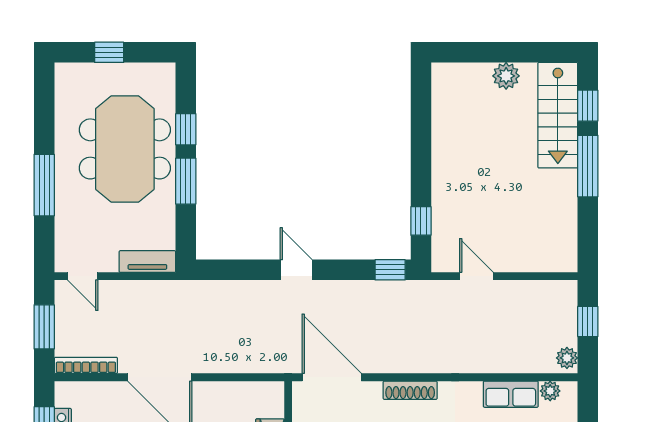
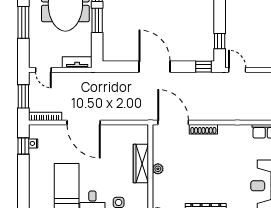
door: (296, 270) -> (155, 67), width x1.88
door: (476, 276) -> (237, 70), moved
shoe rack: (410, 390) -> (203, 129), moved

